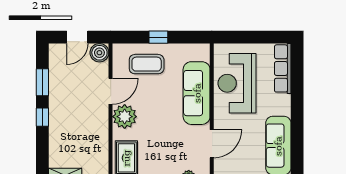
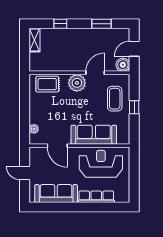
door: (77, 37) -> (134, 49), hinge flipped
row of seats: (283, 68) -> (96, 197), moved
door: (111, 91) -> (95, 73), swing flipped
window: (42, 117) -> (60, 24), moved

